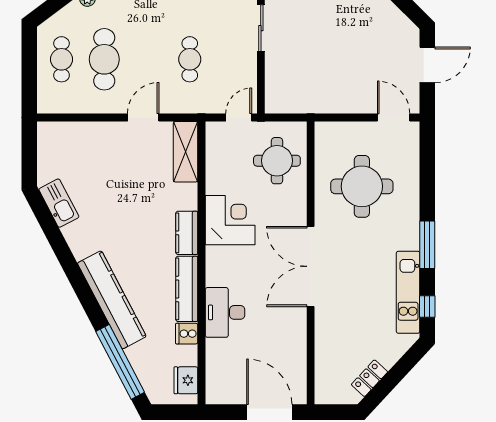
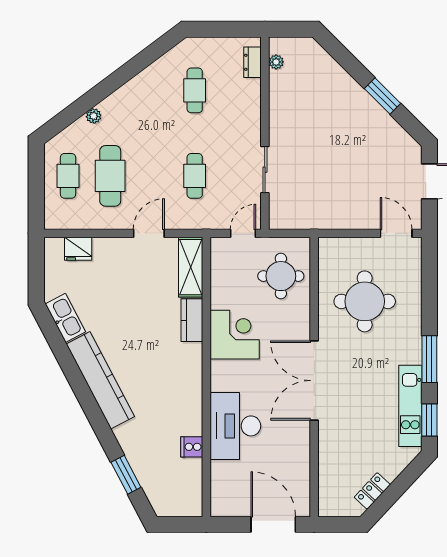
sliding door: (261, 28) -> (265, 170), moved
kitchen counter: (187, 233) -> (192, 320), moved
kitchen counter: (187, 289) -> (192, 403), removed
kitchen counter: (112, 300) -> (100, 380), moved
window: (427, 307) -> (429, 420), width x1.50
desk: (225, 312) -> (235, 426), width x1.36, depth x1.30
window: (120, 362) -> (126, 475), width x0.47
fridge: (186, 380) -> (78, 249), moved, turned -90

